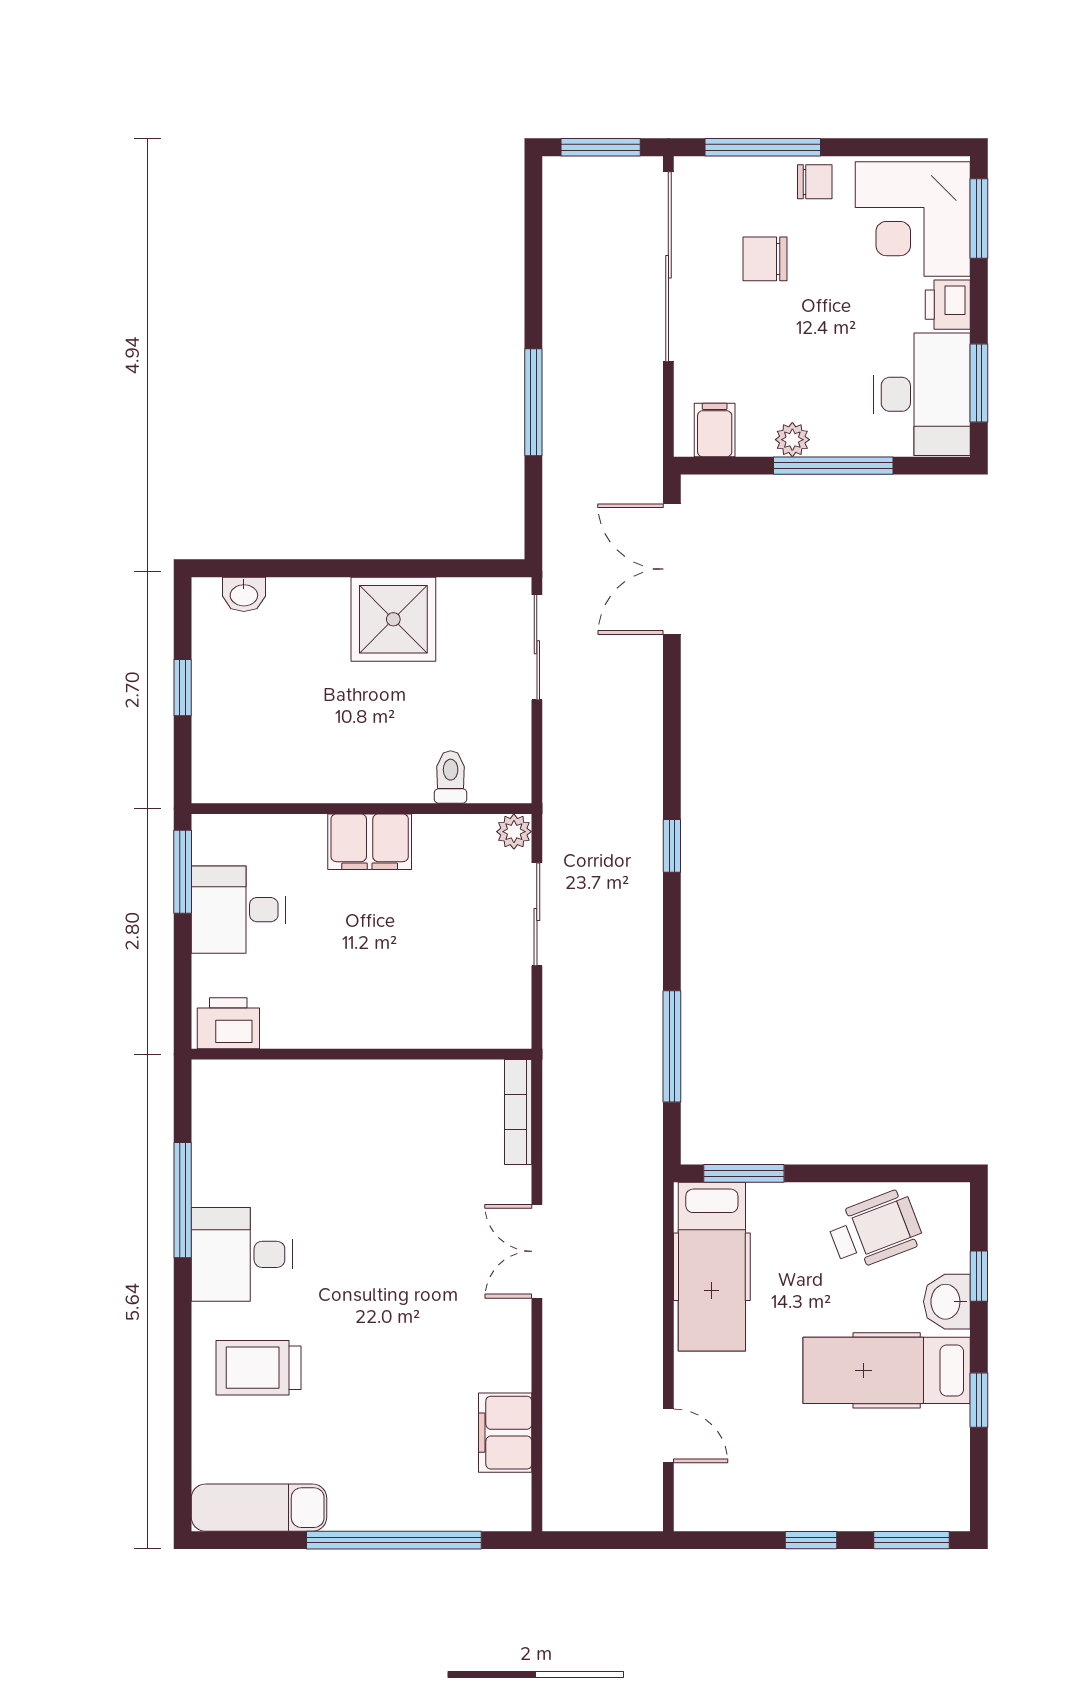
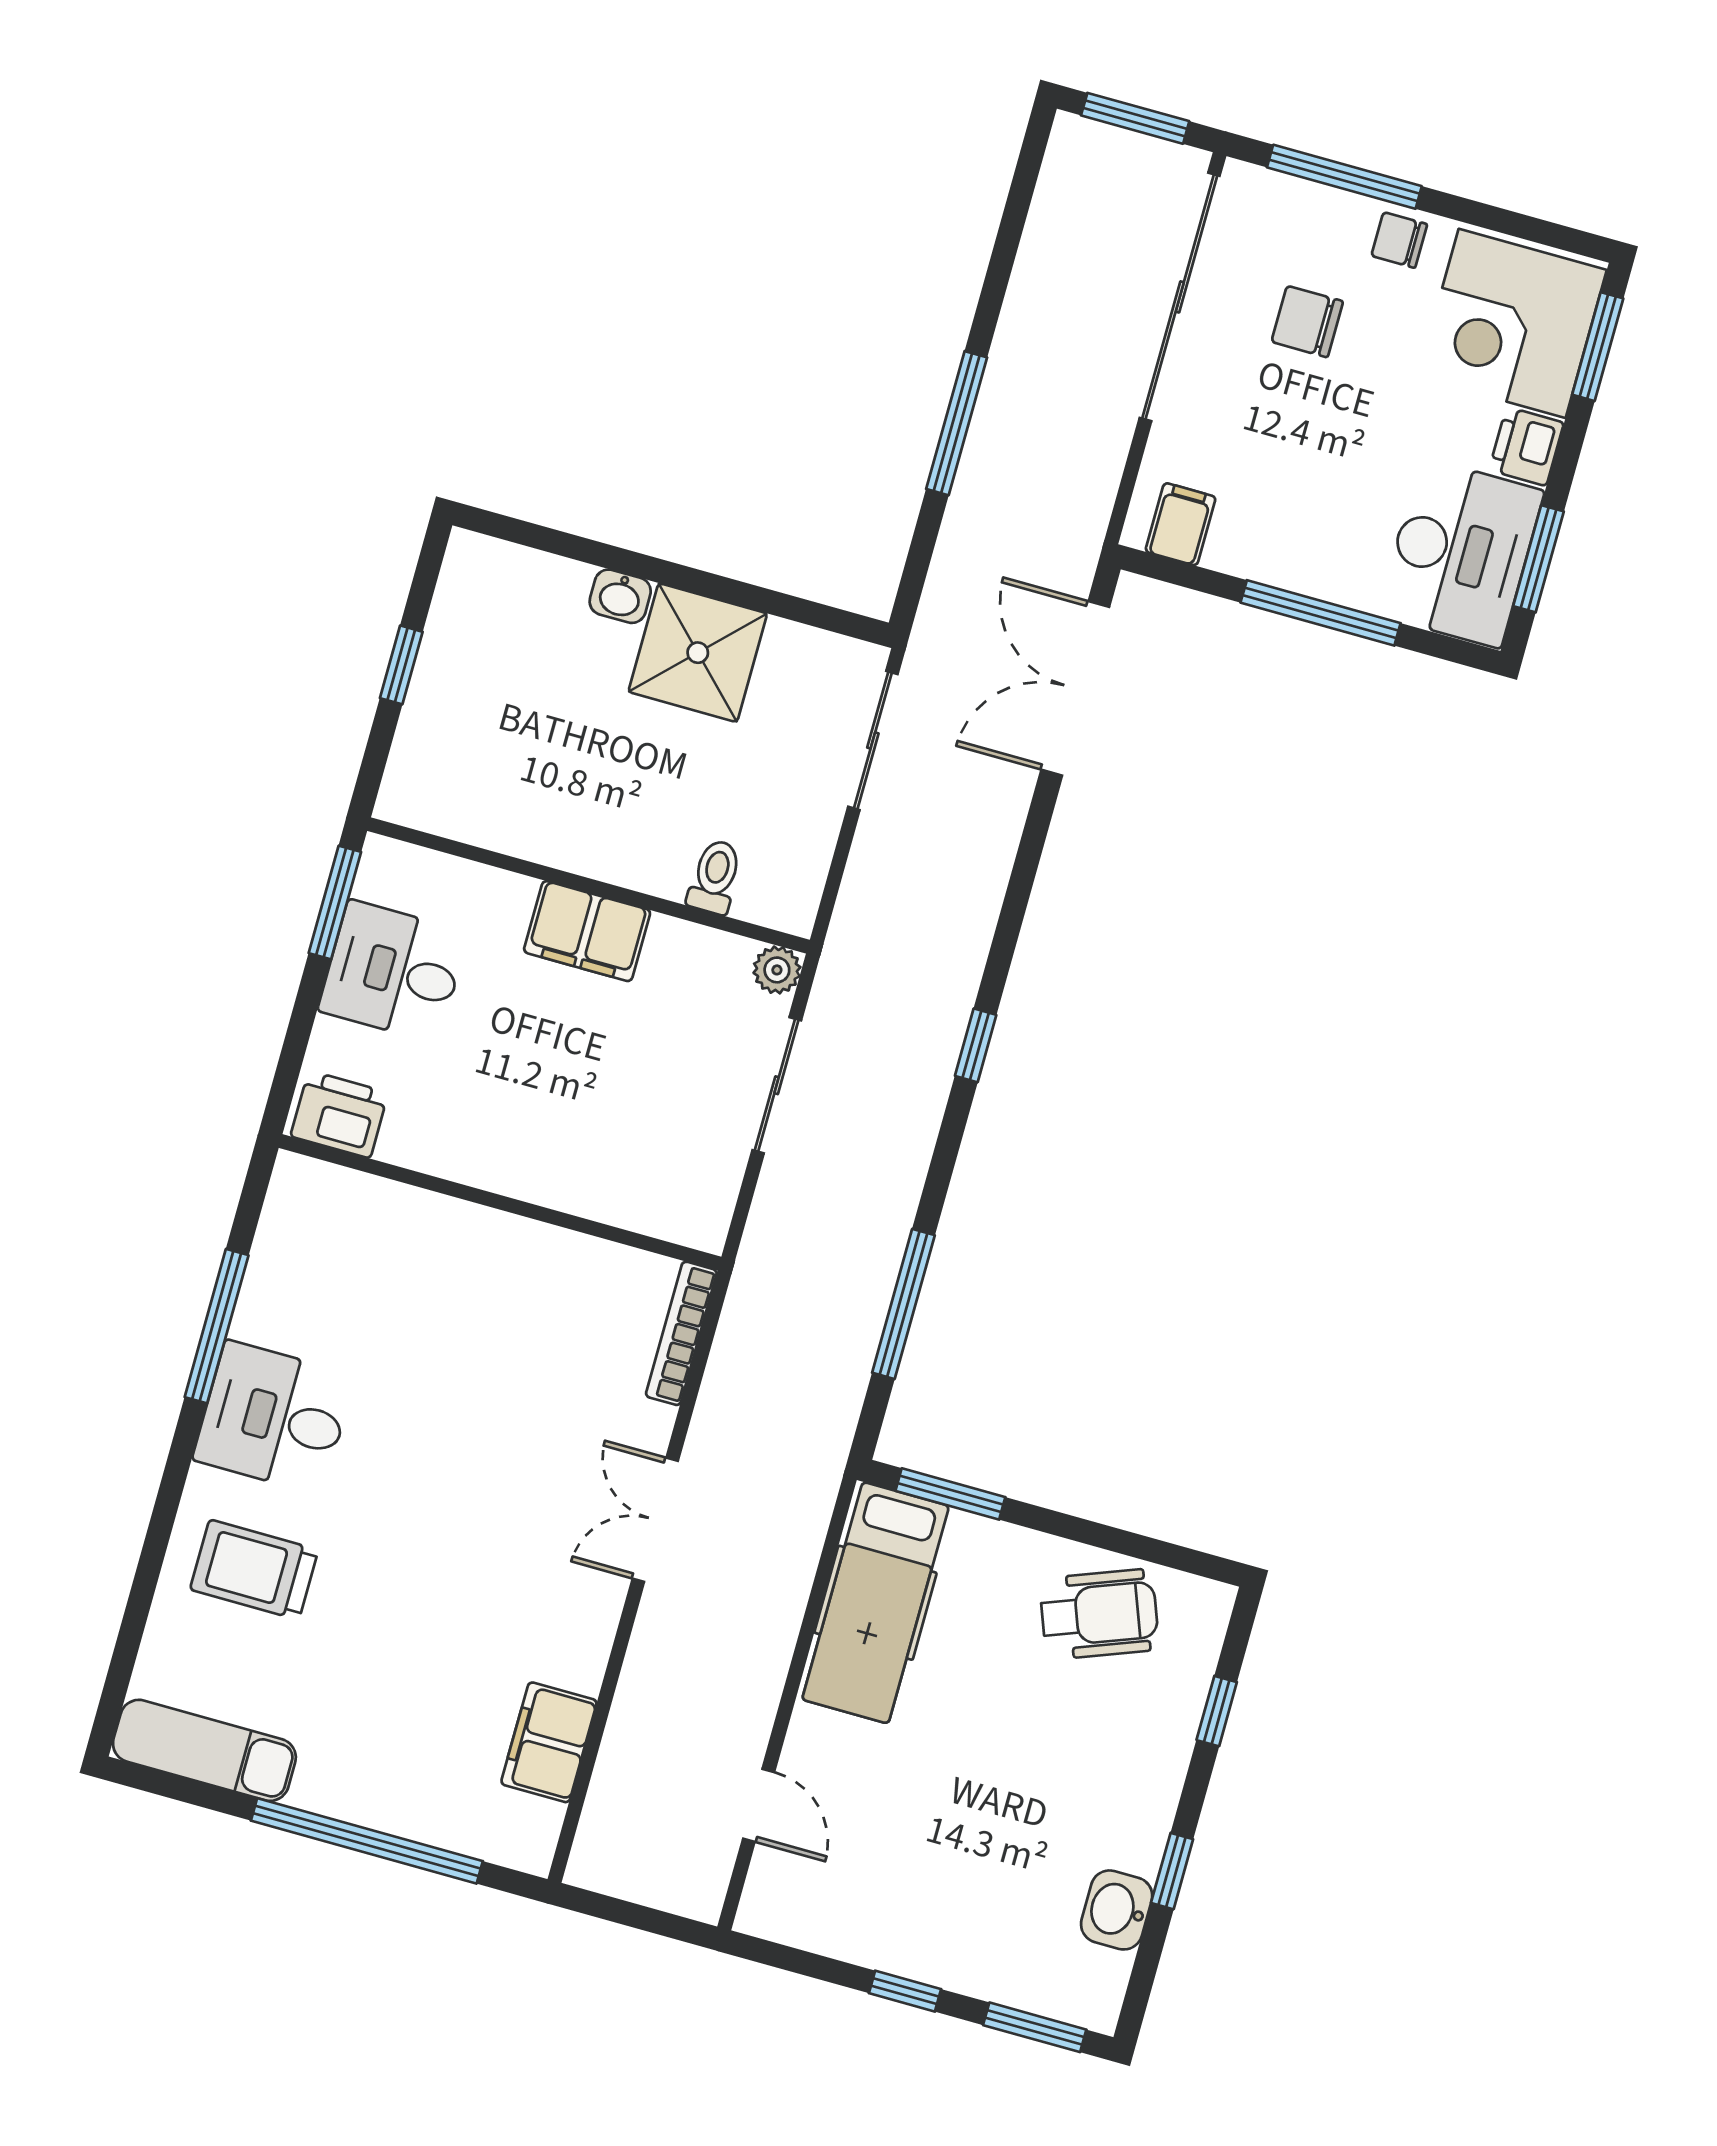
chair: (815, 182) -> (1399, 240), turned 180
plant: (792, 440) -> (1277, 565), removed
washbasin: (244, 594) -> (620, 596), moved
washbasin: (947, 1302) -> (1117, 1910), moved
hospital bed: (887, 1370) -> (1064, 1800), removed

